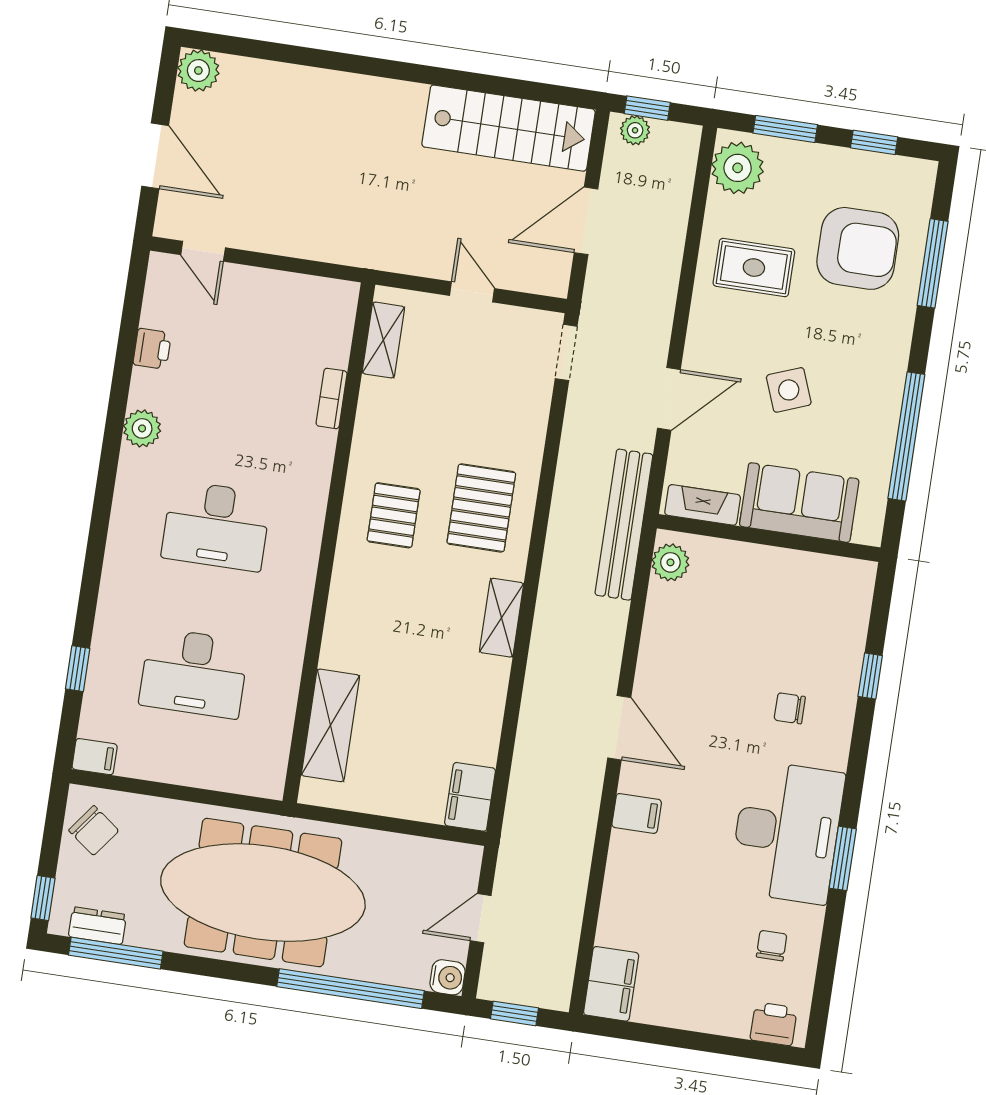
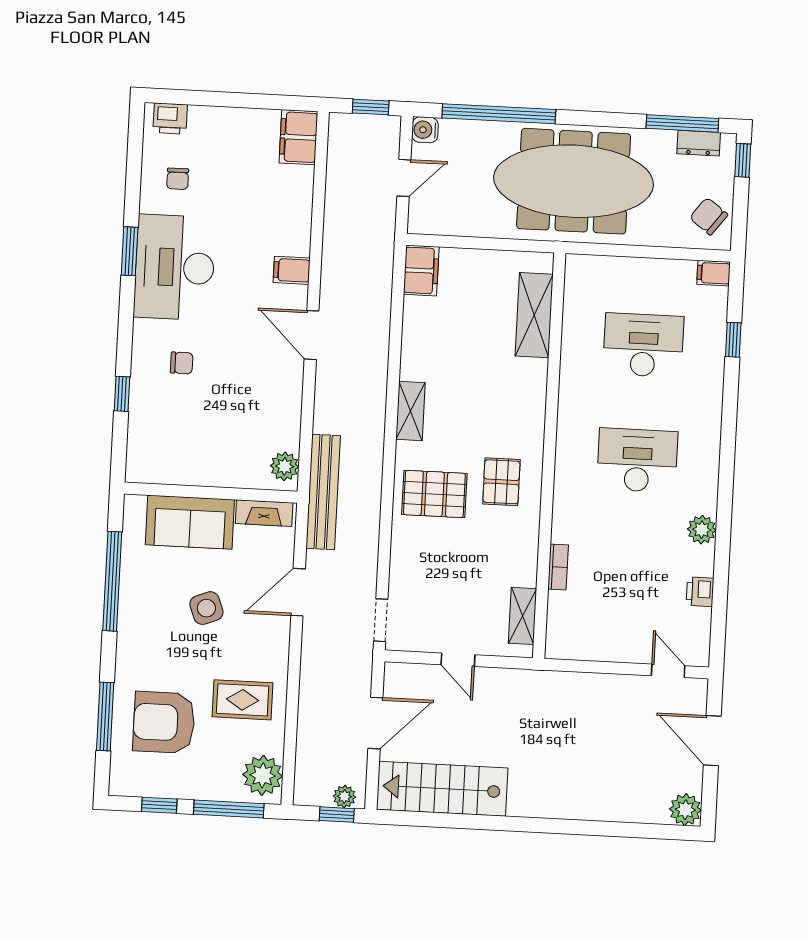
window: (785, 129) -> (229, 809), width x1.44
pallet: (481, 508) -> (434, 494), turned 90

